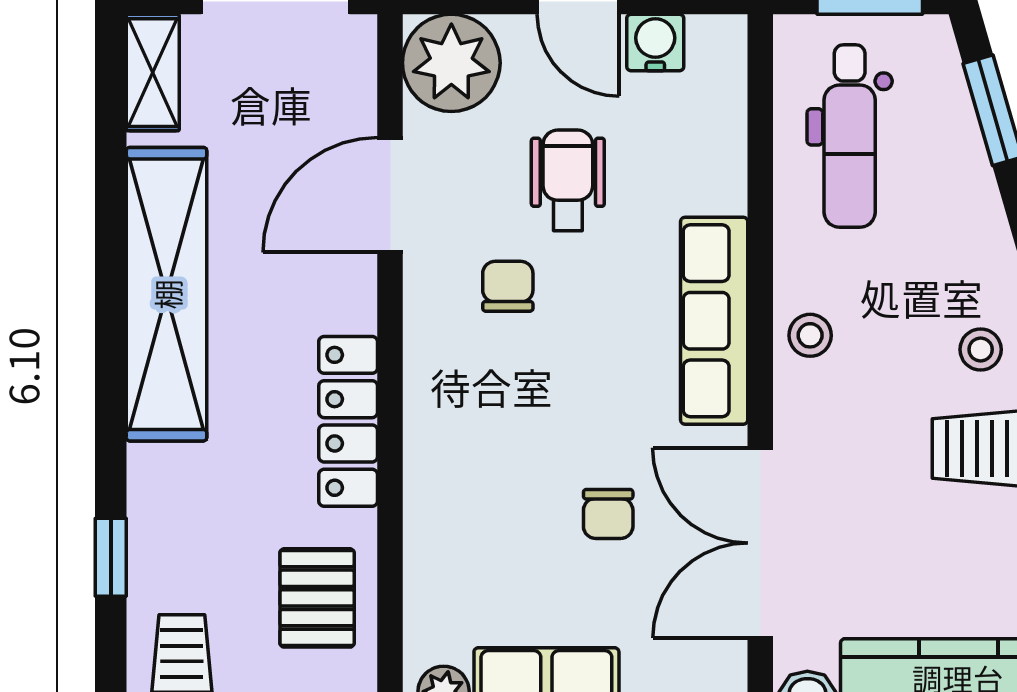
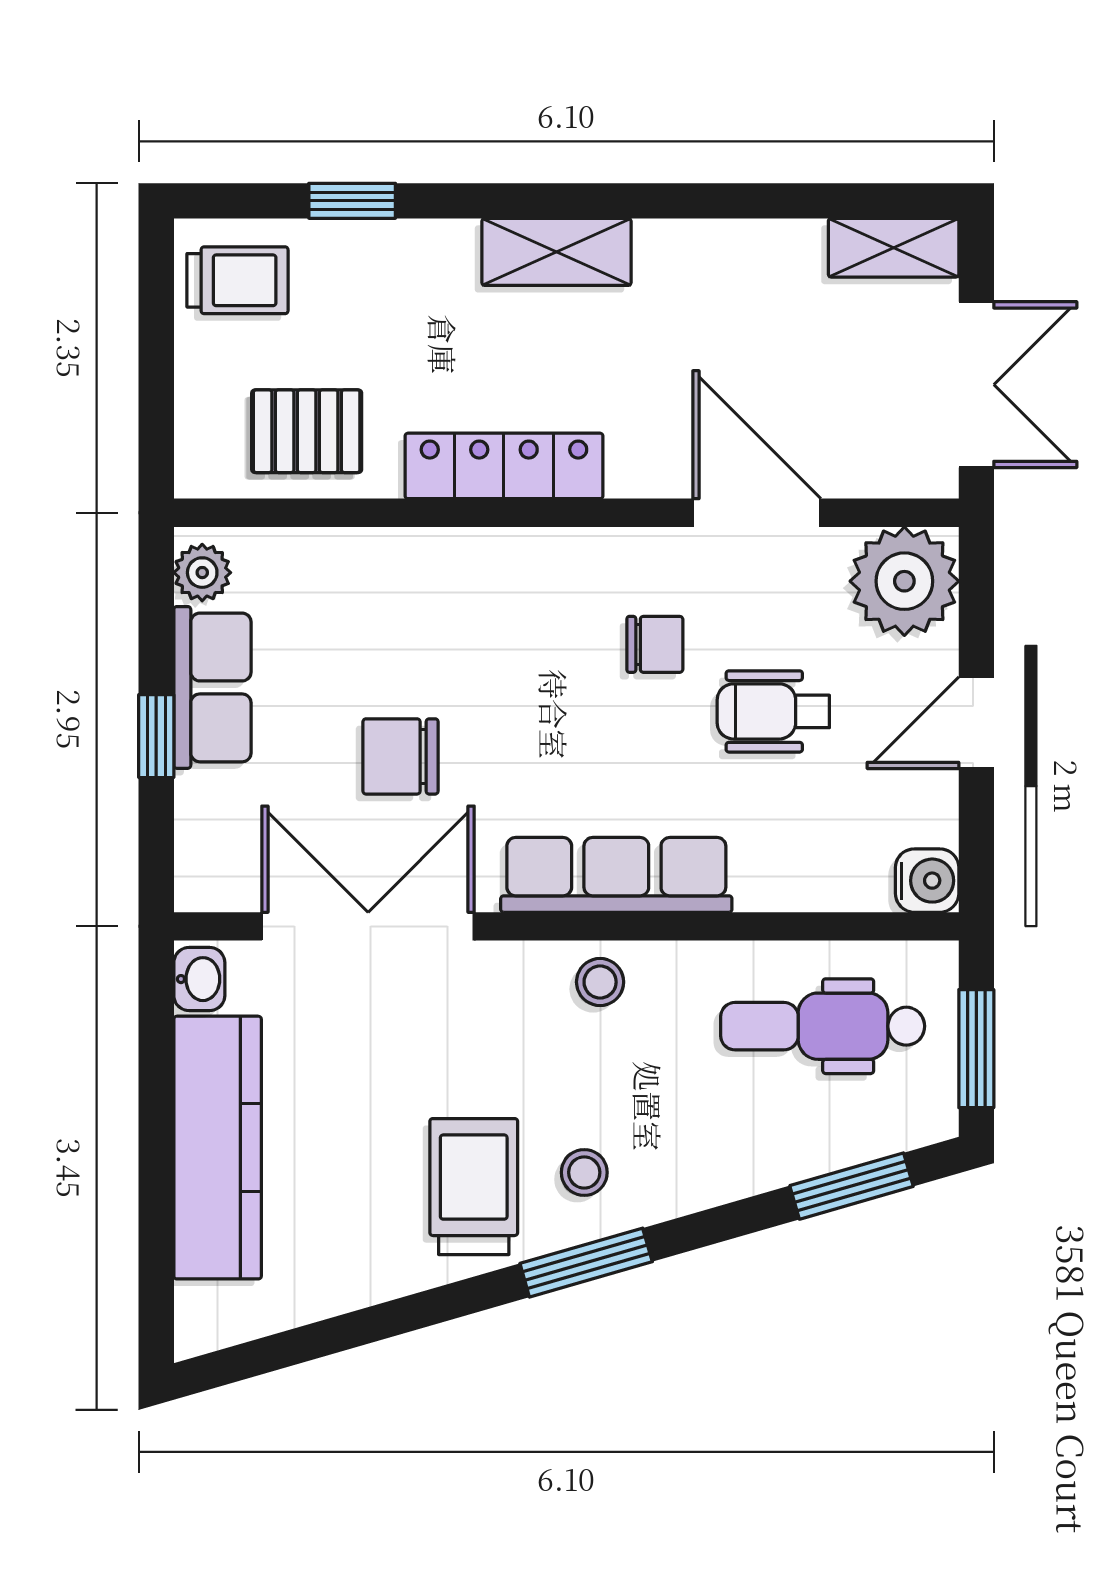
water cooler: (655, 43) -> (927, 881), moved
wheelchair: (568, 180) -> (773, 711), turned 180
shelving: (167, 294) -> (556, 252), width x0.45, depth x0.75
chair: (608, 514) -> (401, 756), width x1.37, depth x1.37

